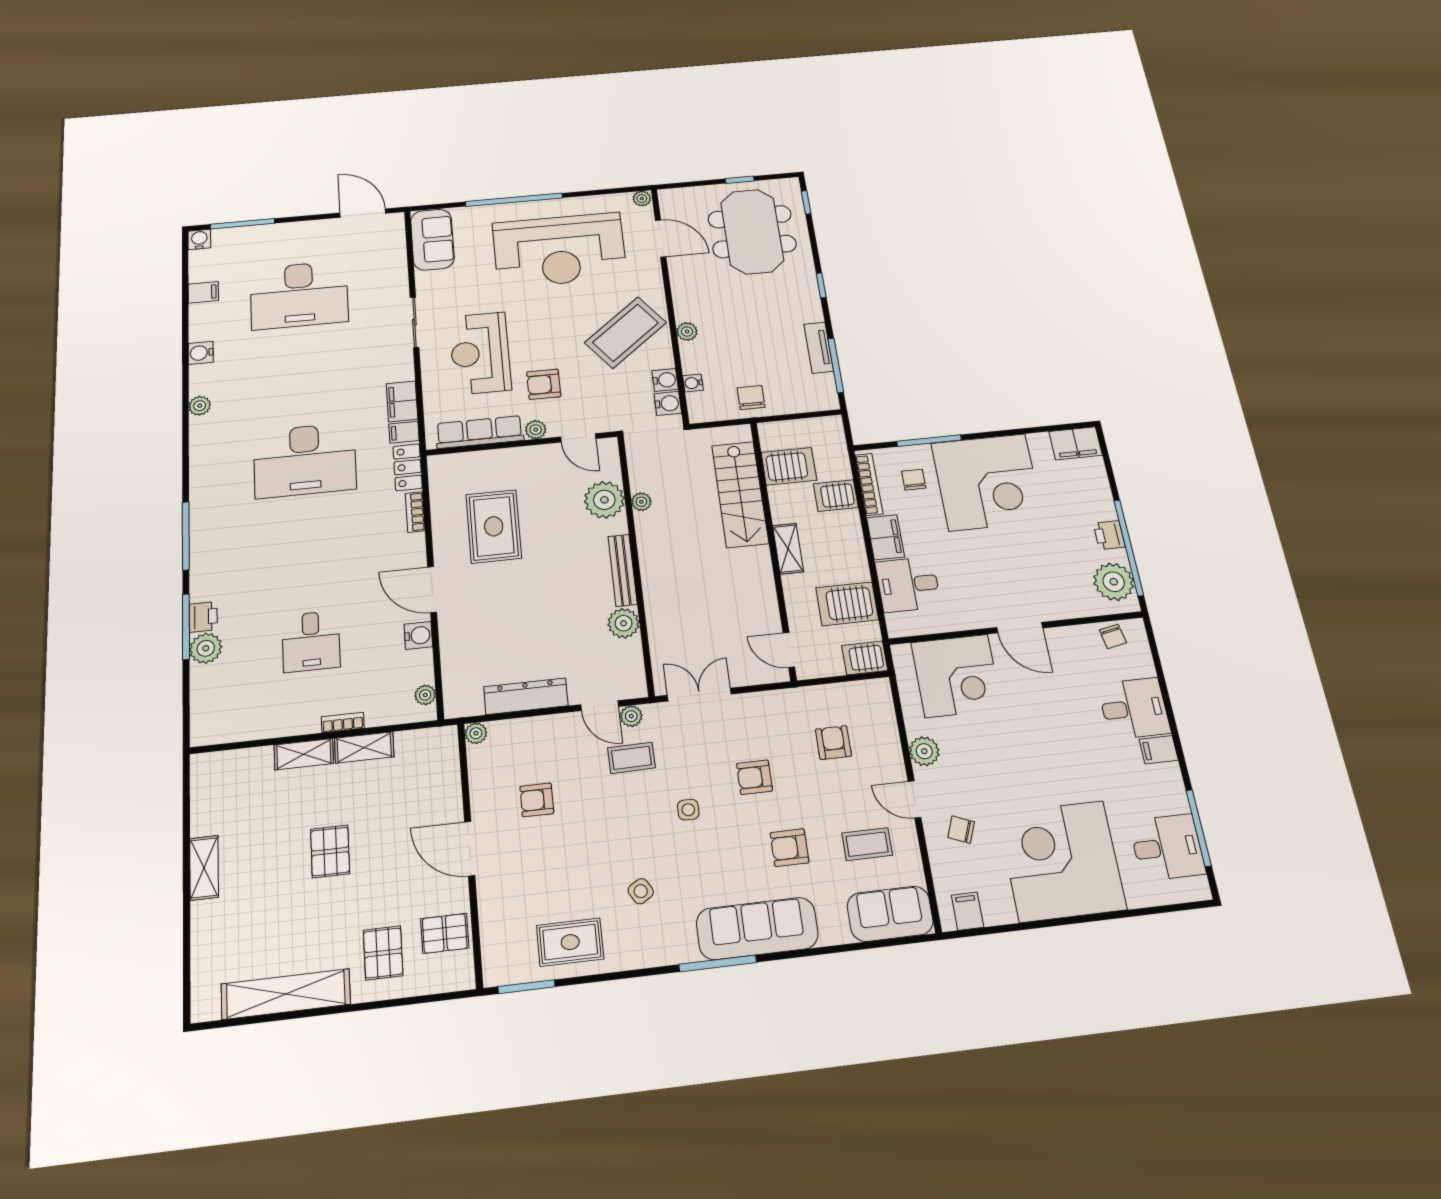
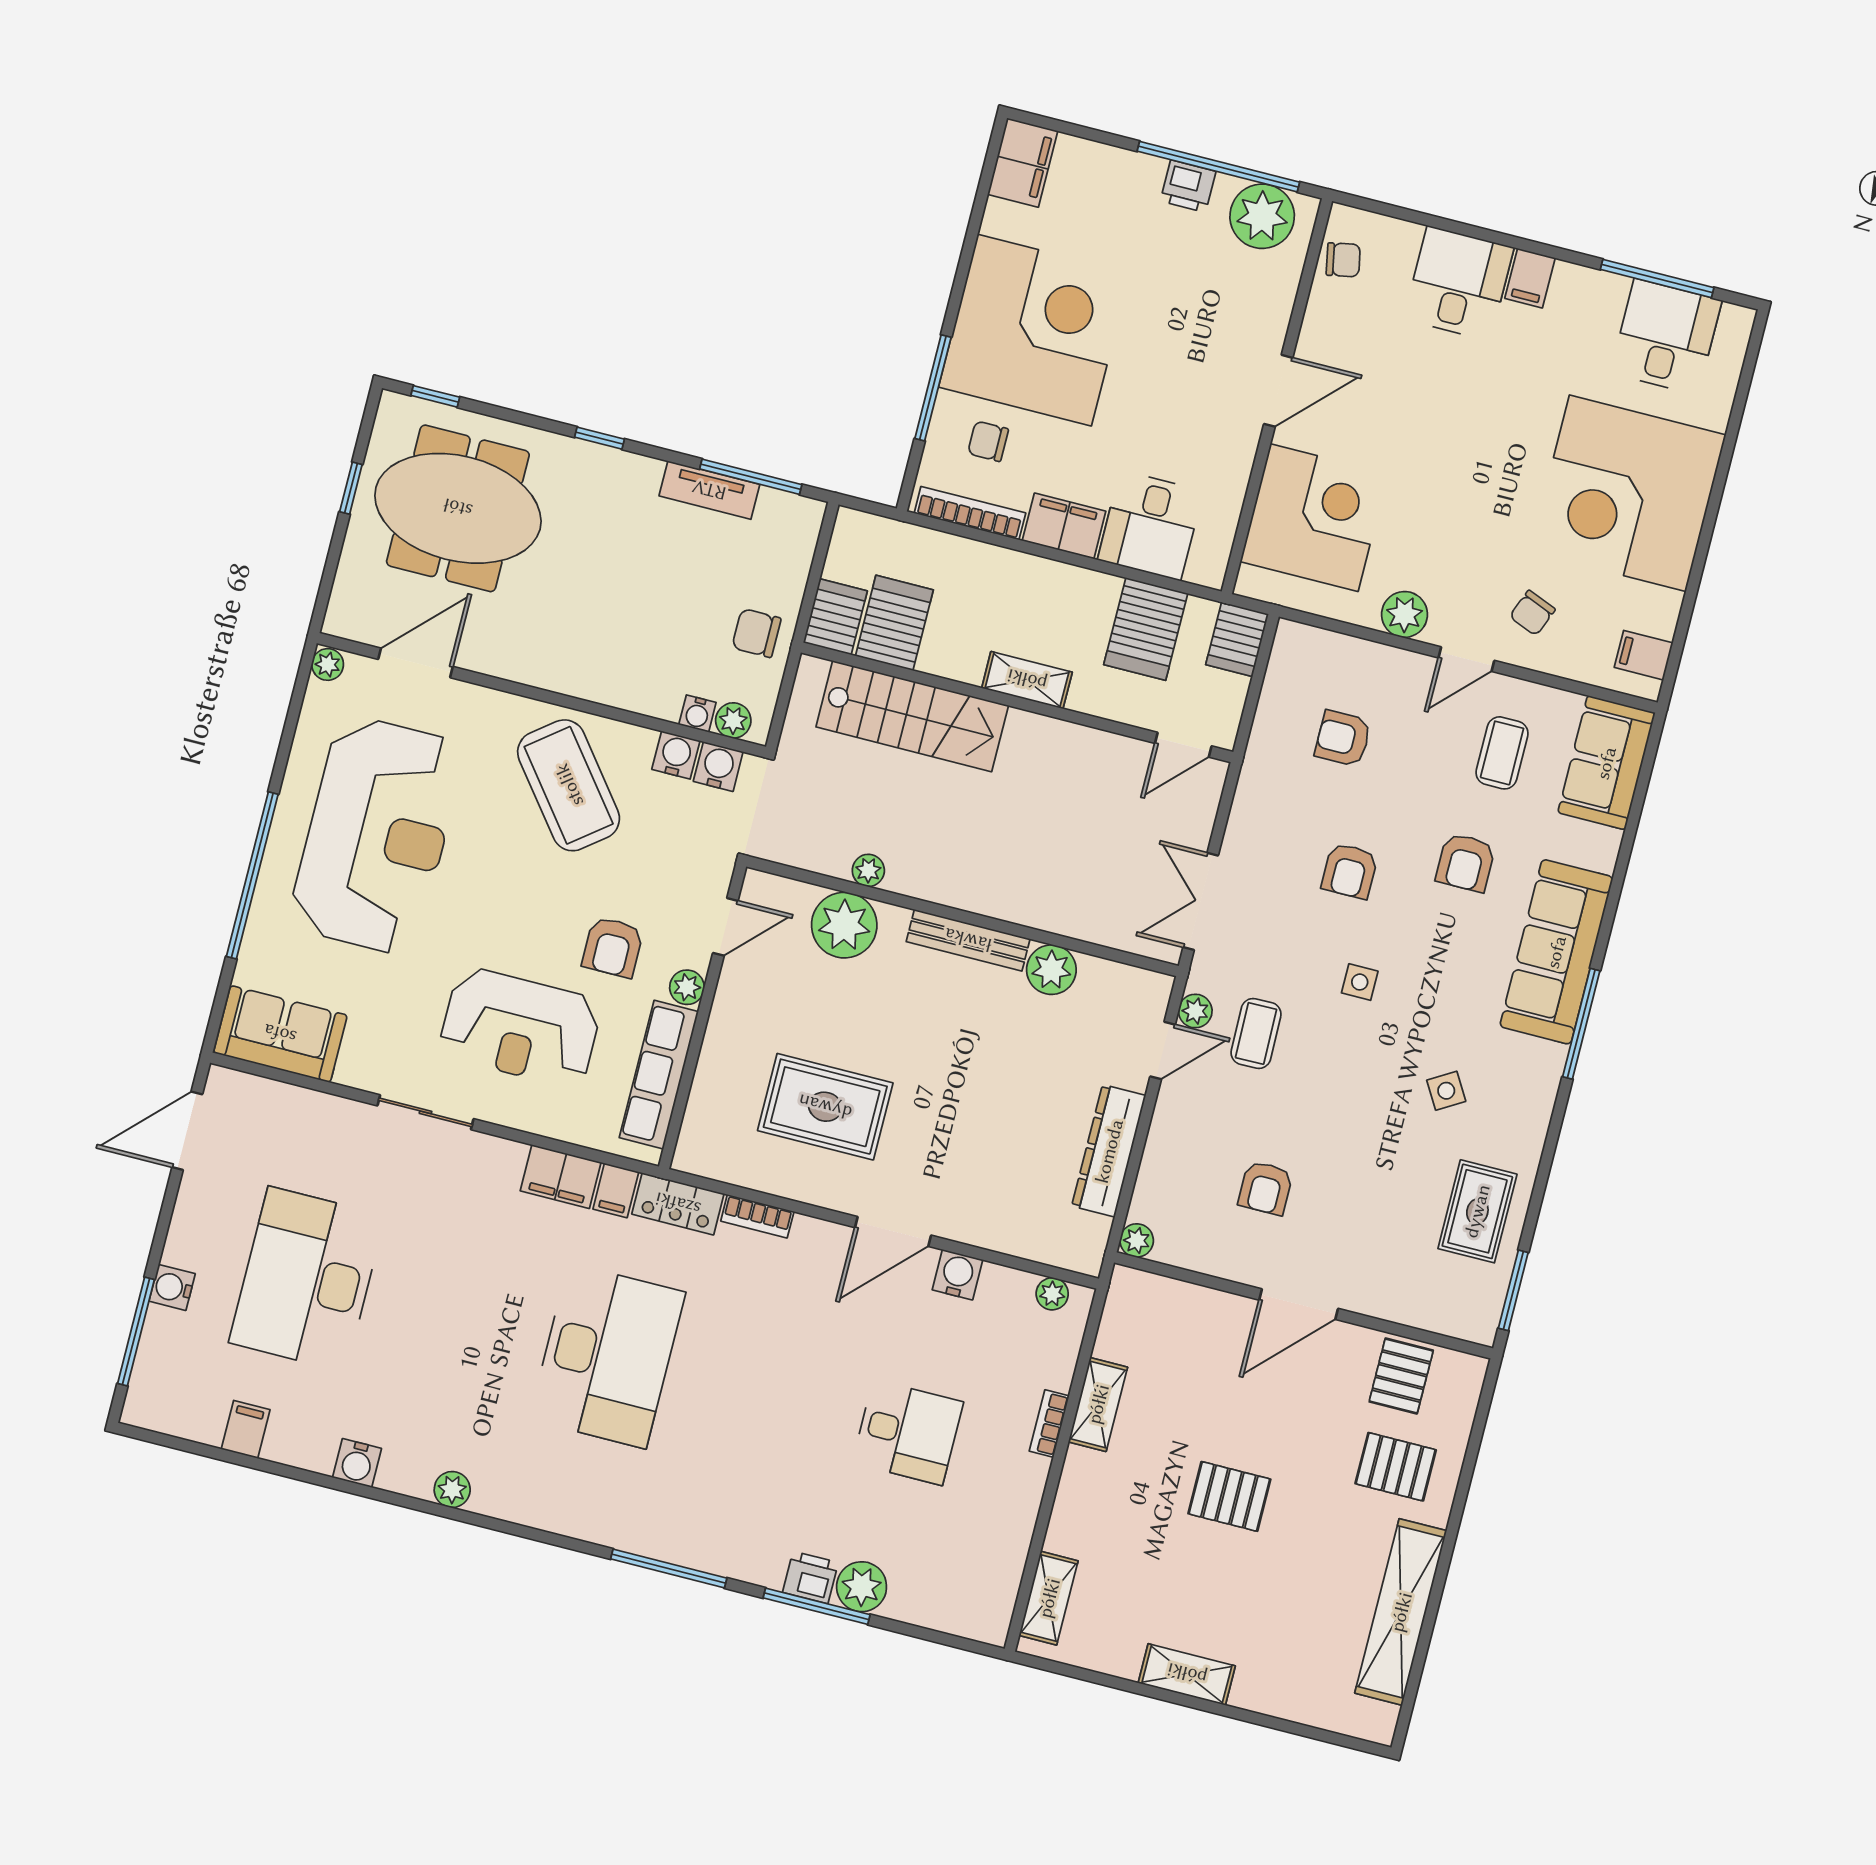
water cooler: (199, 239) -> (172, 1287), moved
desk: (299, 295) -> (307, 1279), turned 180
plant: (687, 332) -> (733, 720), moved
server rack: (836, 496) -> (835, 617), moved, turned 180
shelving: (304, 754) -> (1049, 1598), moved

